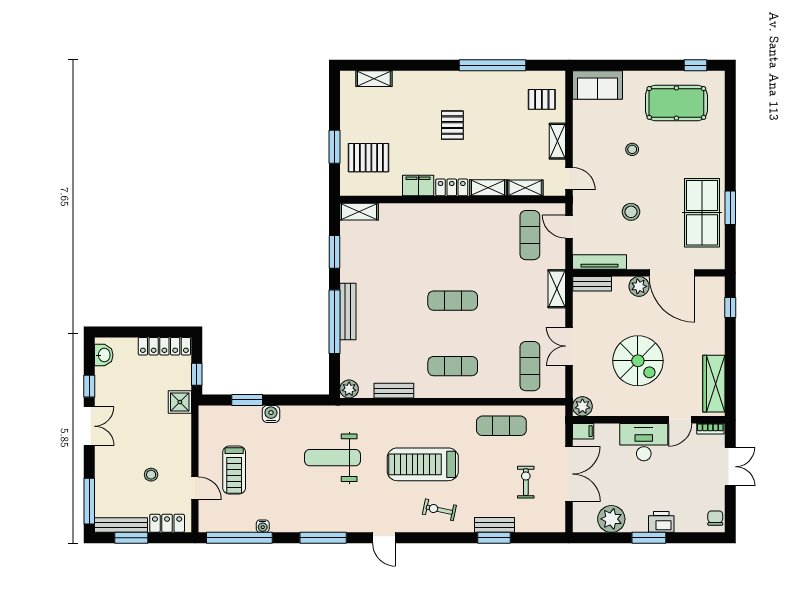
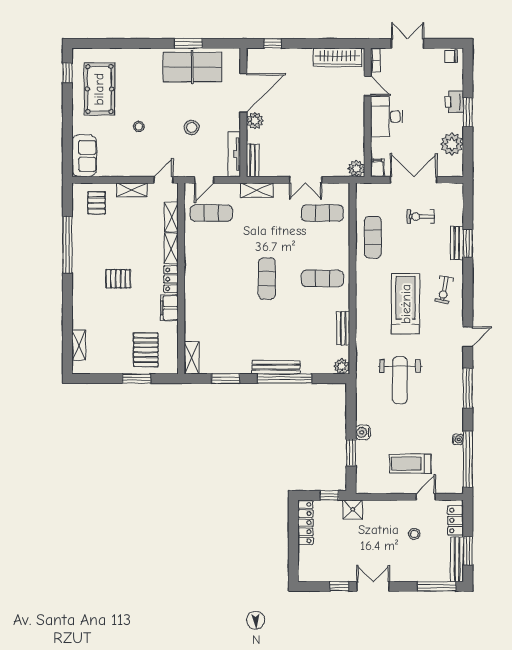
washbasin: (104, 355) -> (313, 574), removed
spiral stairs: (638, 361) -> (318, 122), removed
exercise mat: (453, 366) -> (322, 278), turned 90
treadmill: (423, 464) -> (406, 304), turned 180
treadmill: (234, 470) -> (410, 464), turned 180

